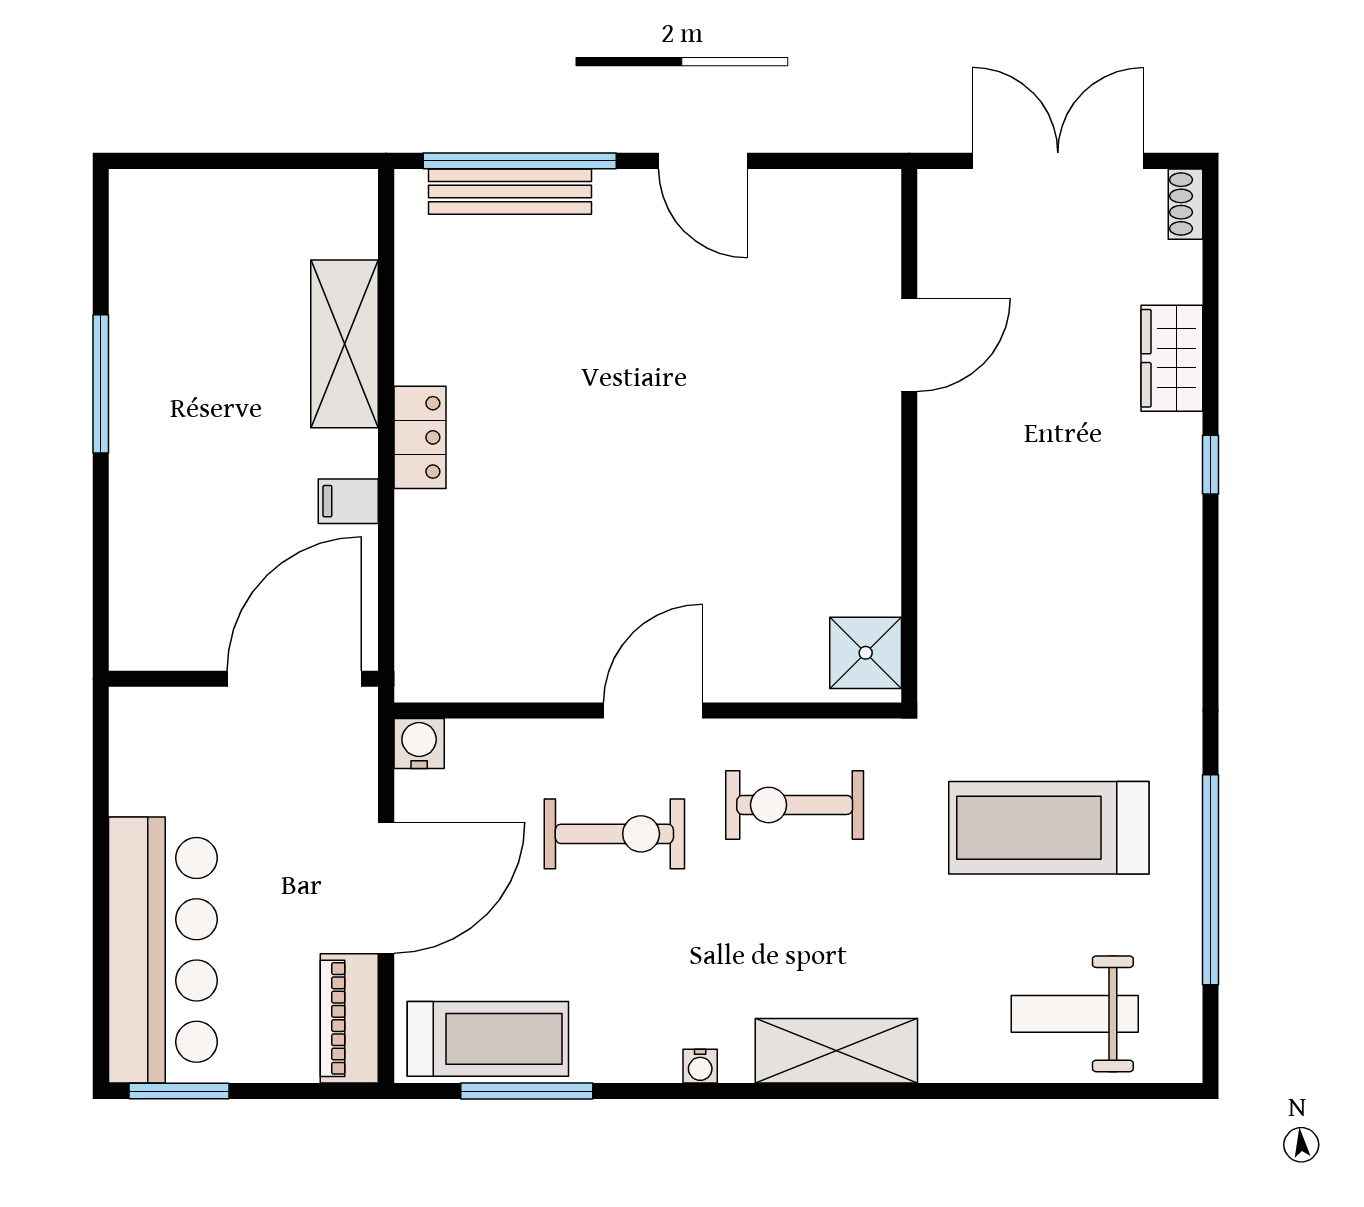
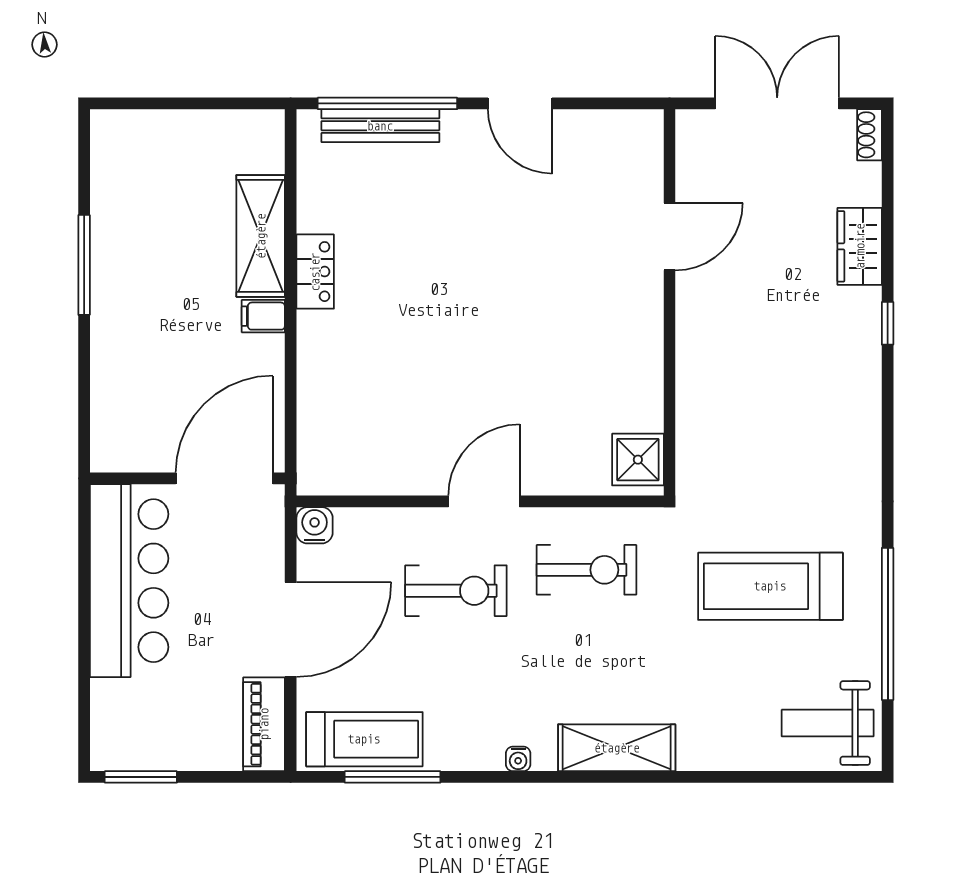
locker: (420, 437) -> (315, 272), moved
filing cabinet: (348, 501) -> (263, 316), moved
exercise bike: (795, 805) -> (587, 570), turned 180
bar counter: (163, 950) -> (129, 581), moved
weight bench: (1075, 1014) -> (828, 723), moved

